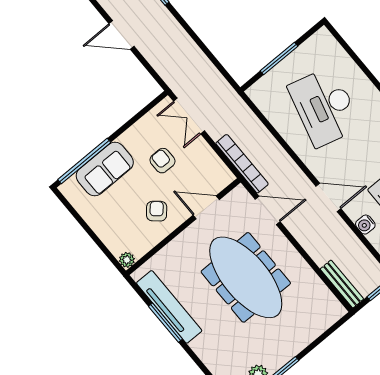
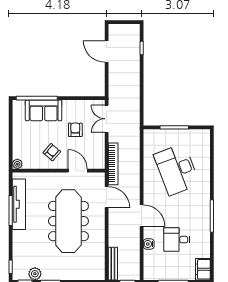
desk: (324, 107) -> (177, 170), turned -36

